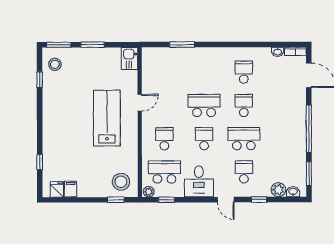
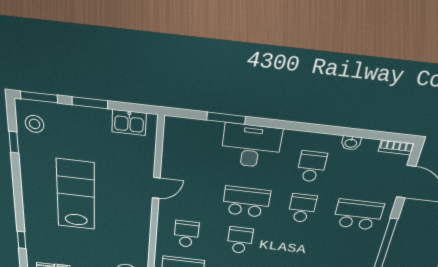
washbasin: (278, 52) -> (351, 143), moved
kitchen sink: (130, 58) -> (129, 123), moved, turned -90
desk: (201, 62) -> (251, 146), added
lab bench: (107, 118) -> (76, 195), moved
school desk: (244, 139) -> (358, 215), moved

